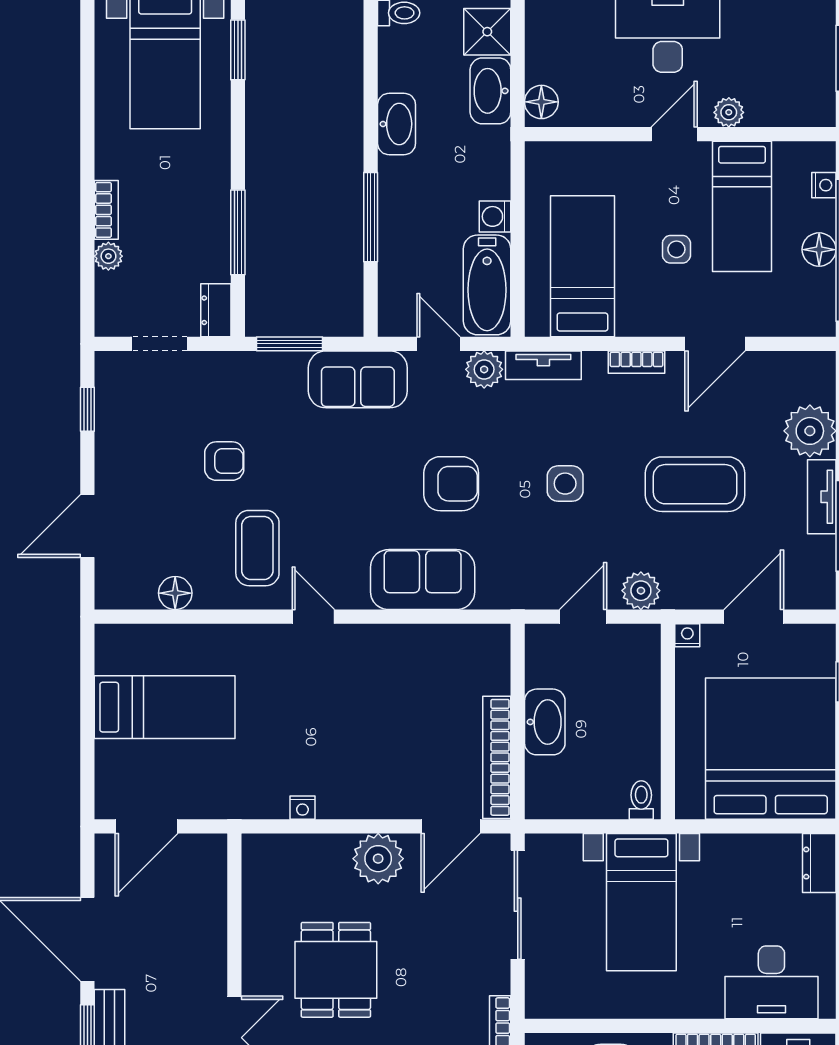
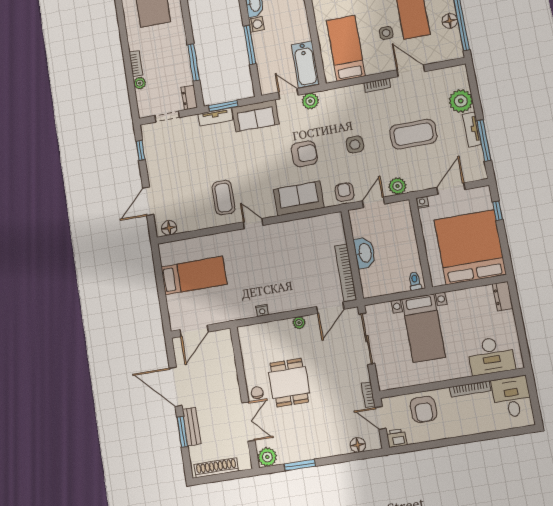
washing machine: (495, 216) -> (256, 24), moved, turned 180
door: (715, 344) -> (411, 71), swing flipped
tv unit: (543, 365) -> (215, 117), moved
armchair: (224, 461) -> (344, 192), moved, turned -90
floor lamp: (175, 593) -> (169, 228), moved
plant: (378, 859) -> (299, 323), width x0.53, depth x0.53
chair: (263, 980) -> (257, 393), added

